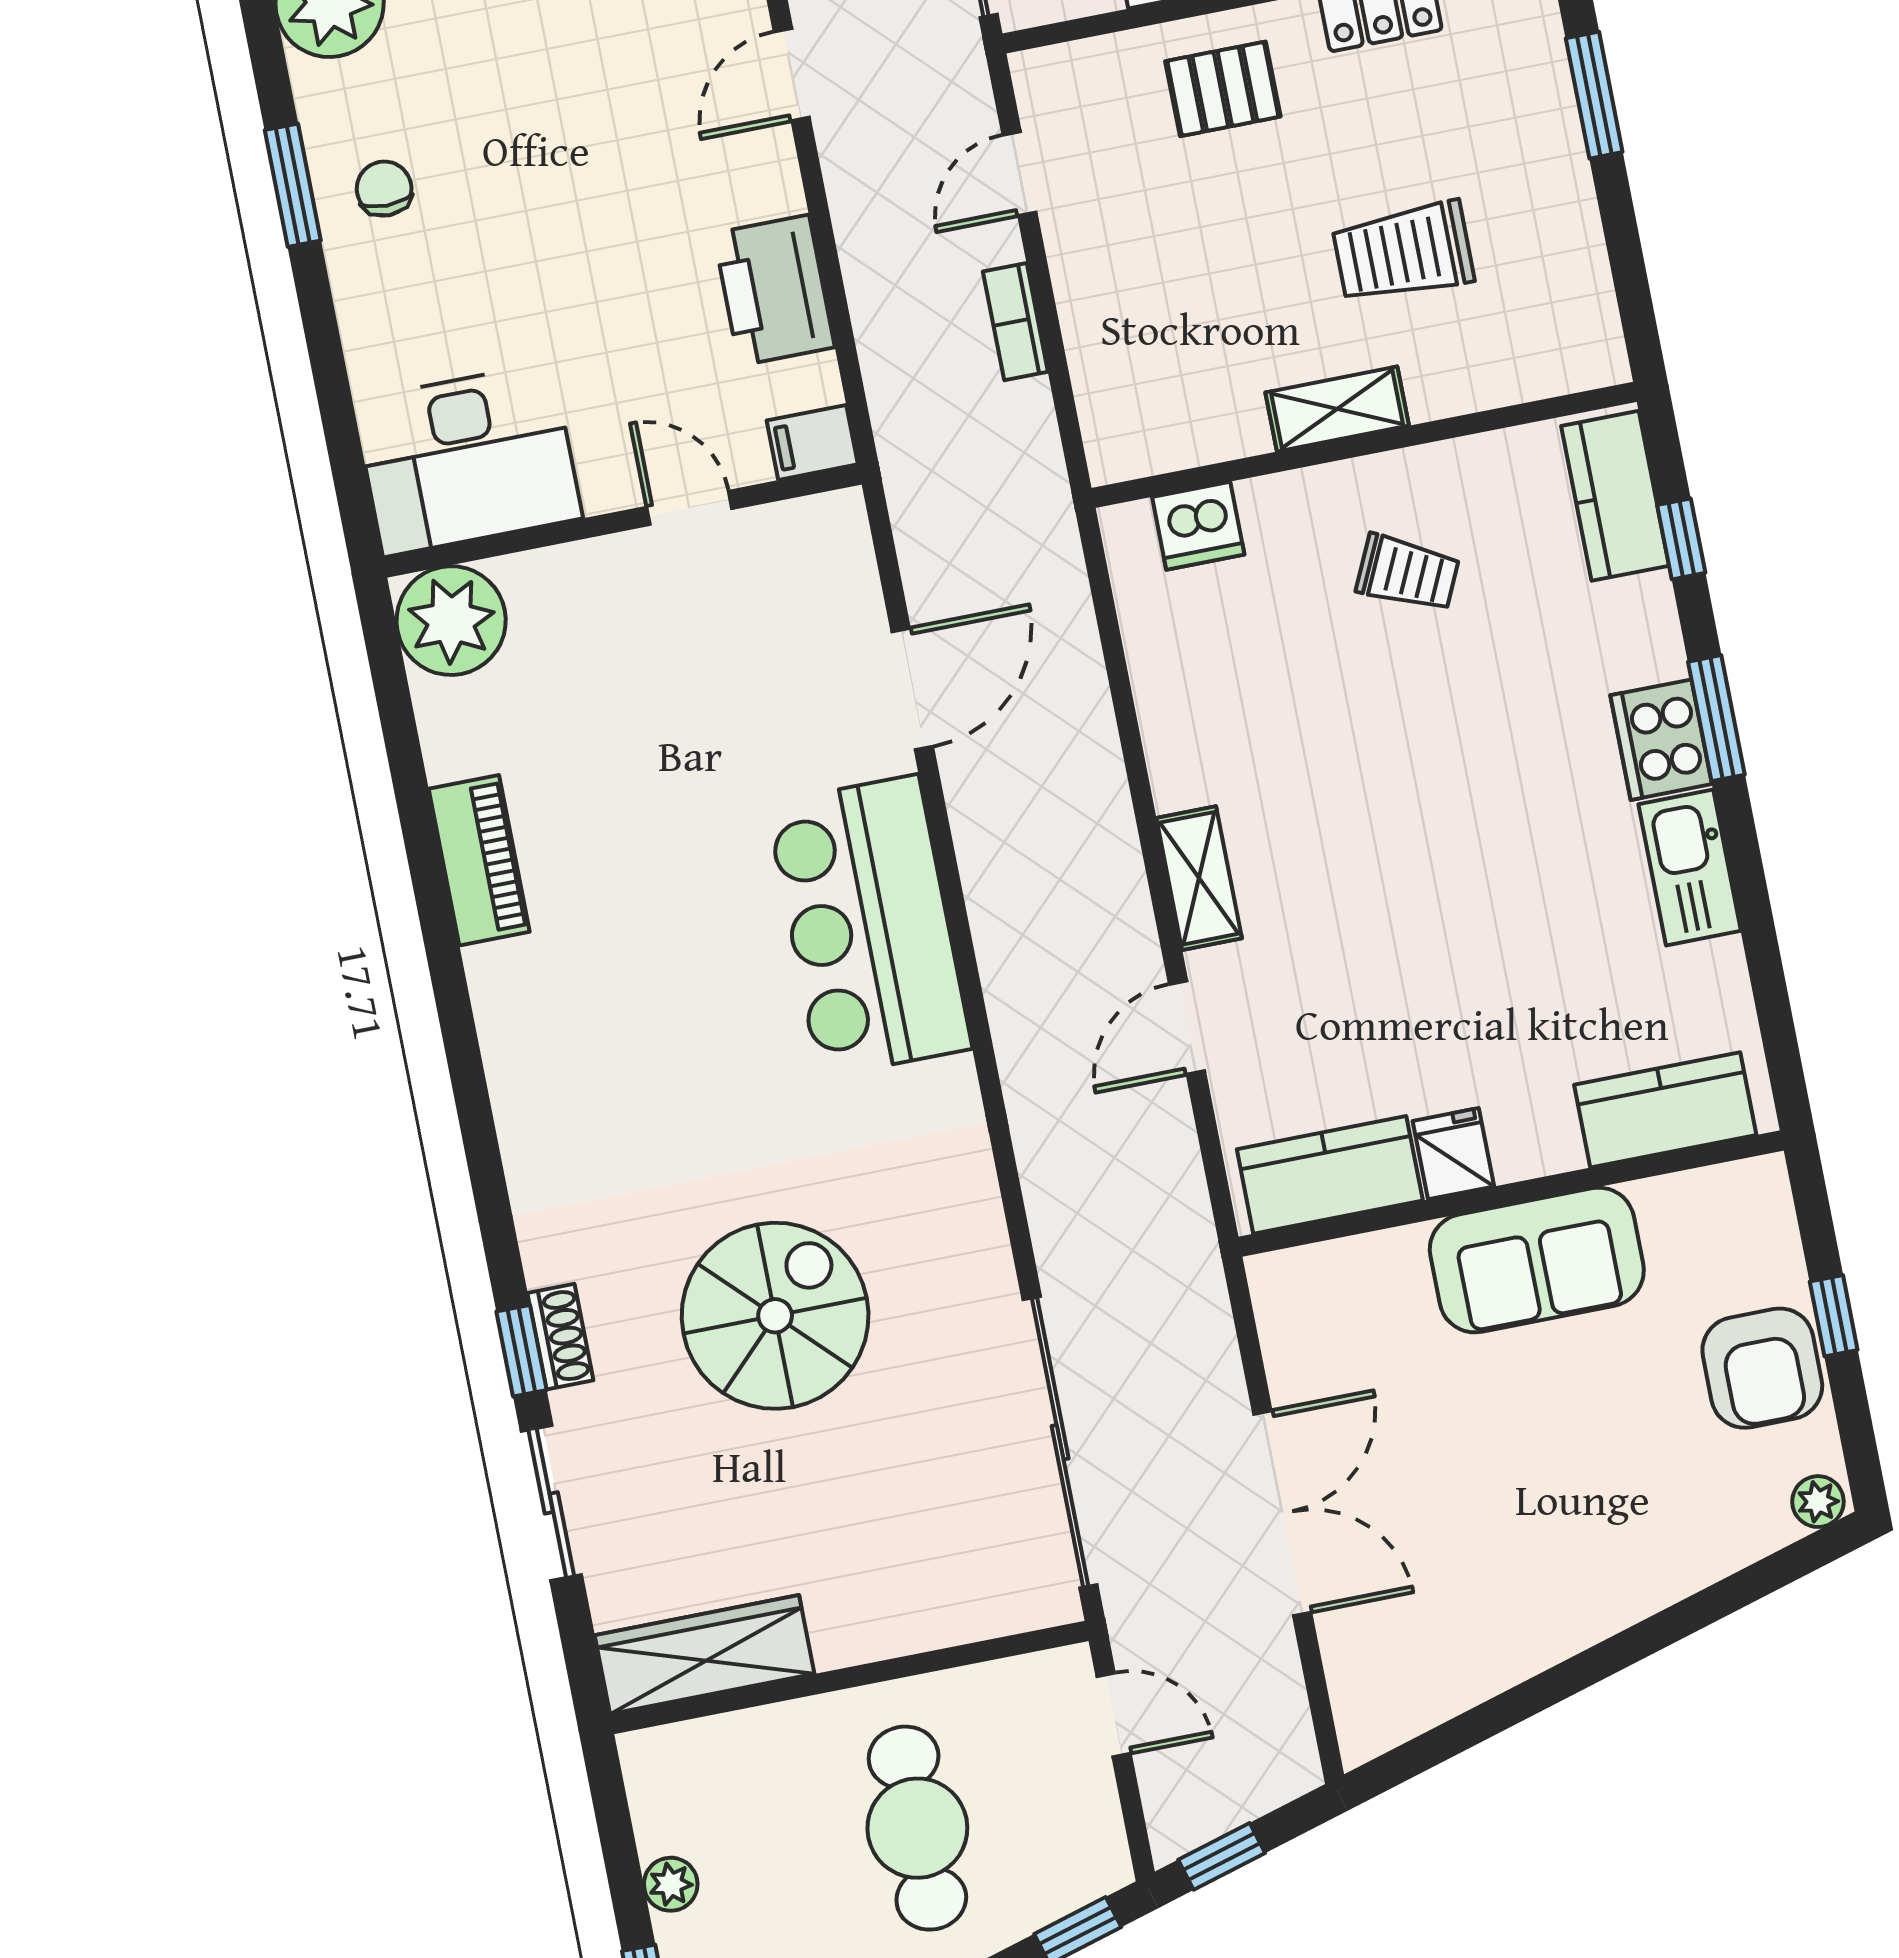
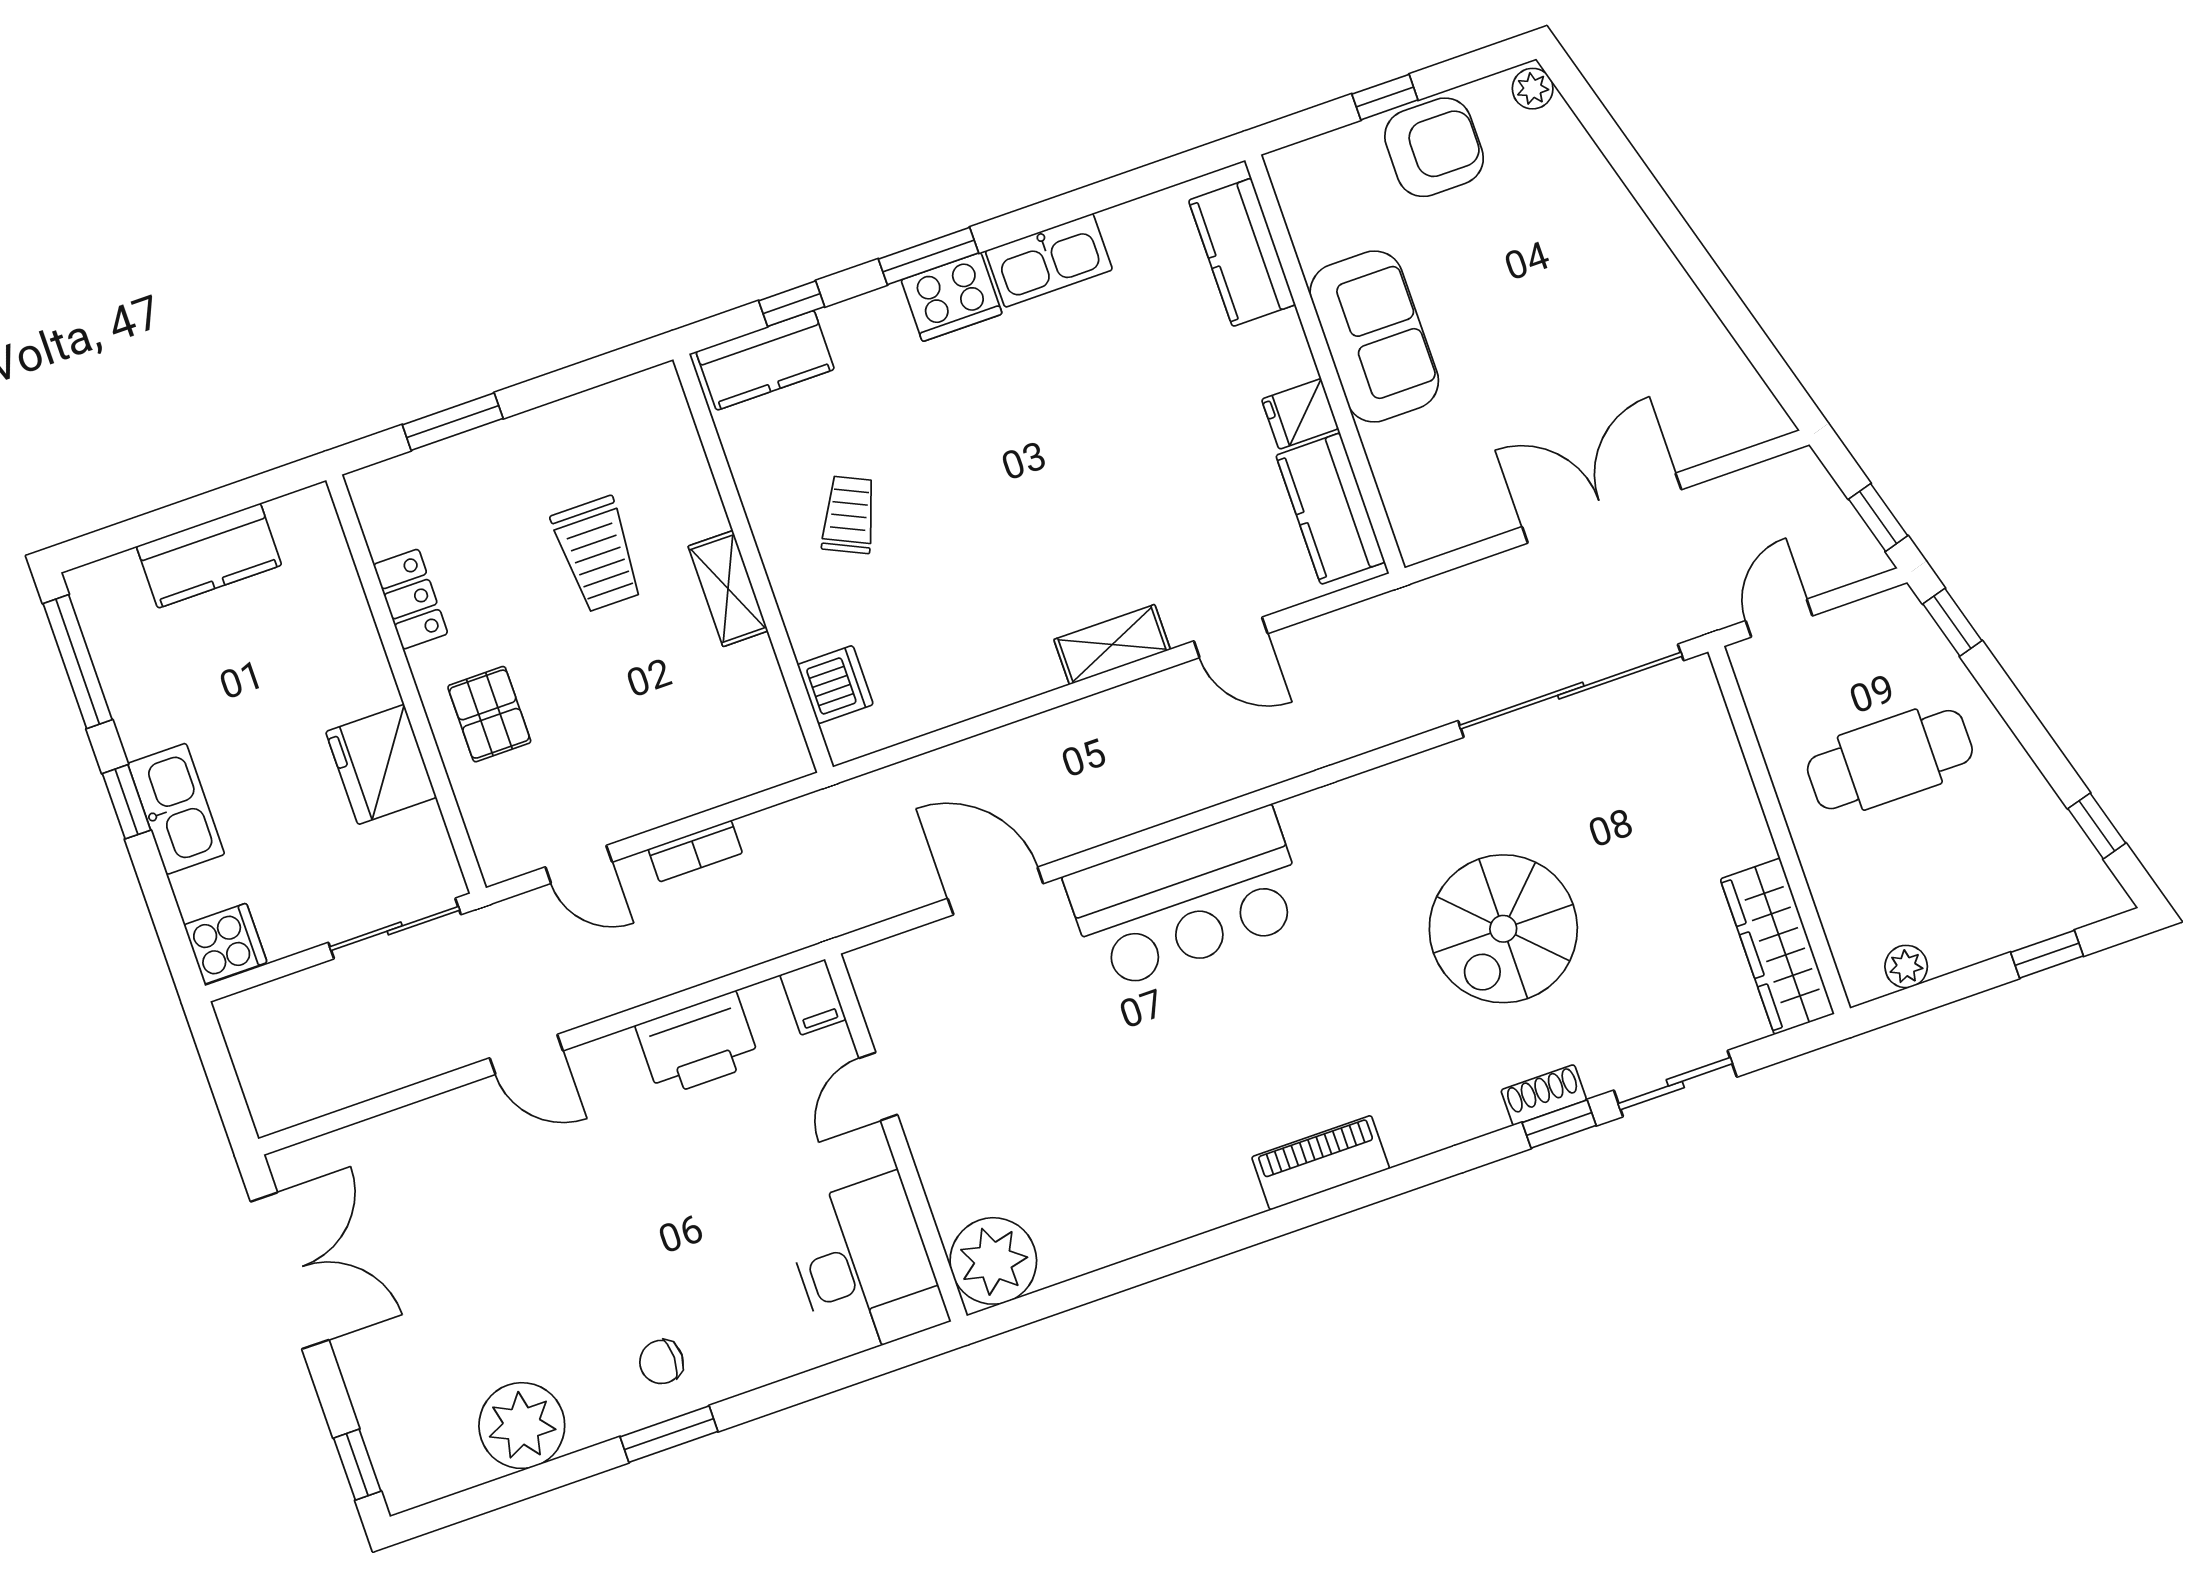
piano: (479, 860) -> (1321, 1163), moved
spiral stairs: (775, 1316) -> (1503, 929), turned -90
plant: (671, 1884) -> (1906, 966), moved

